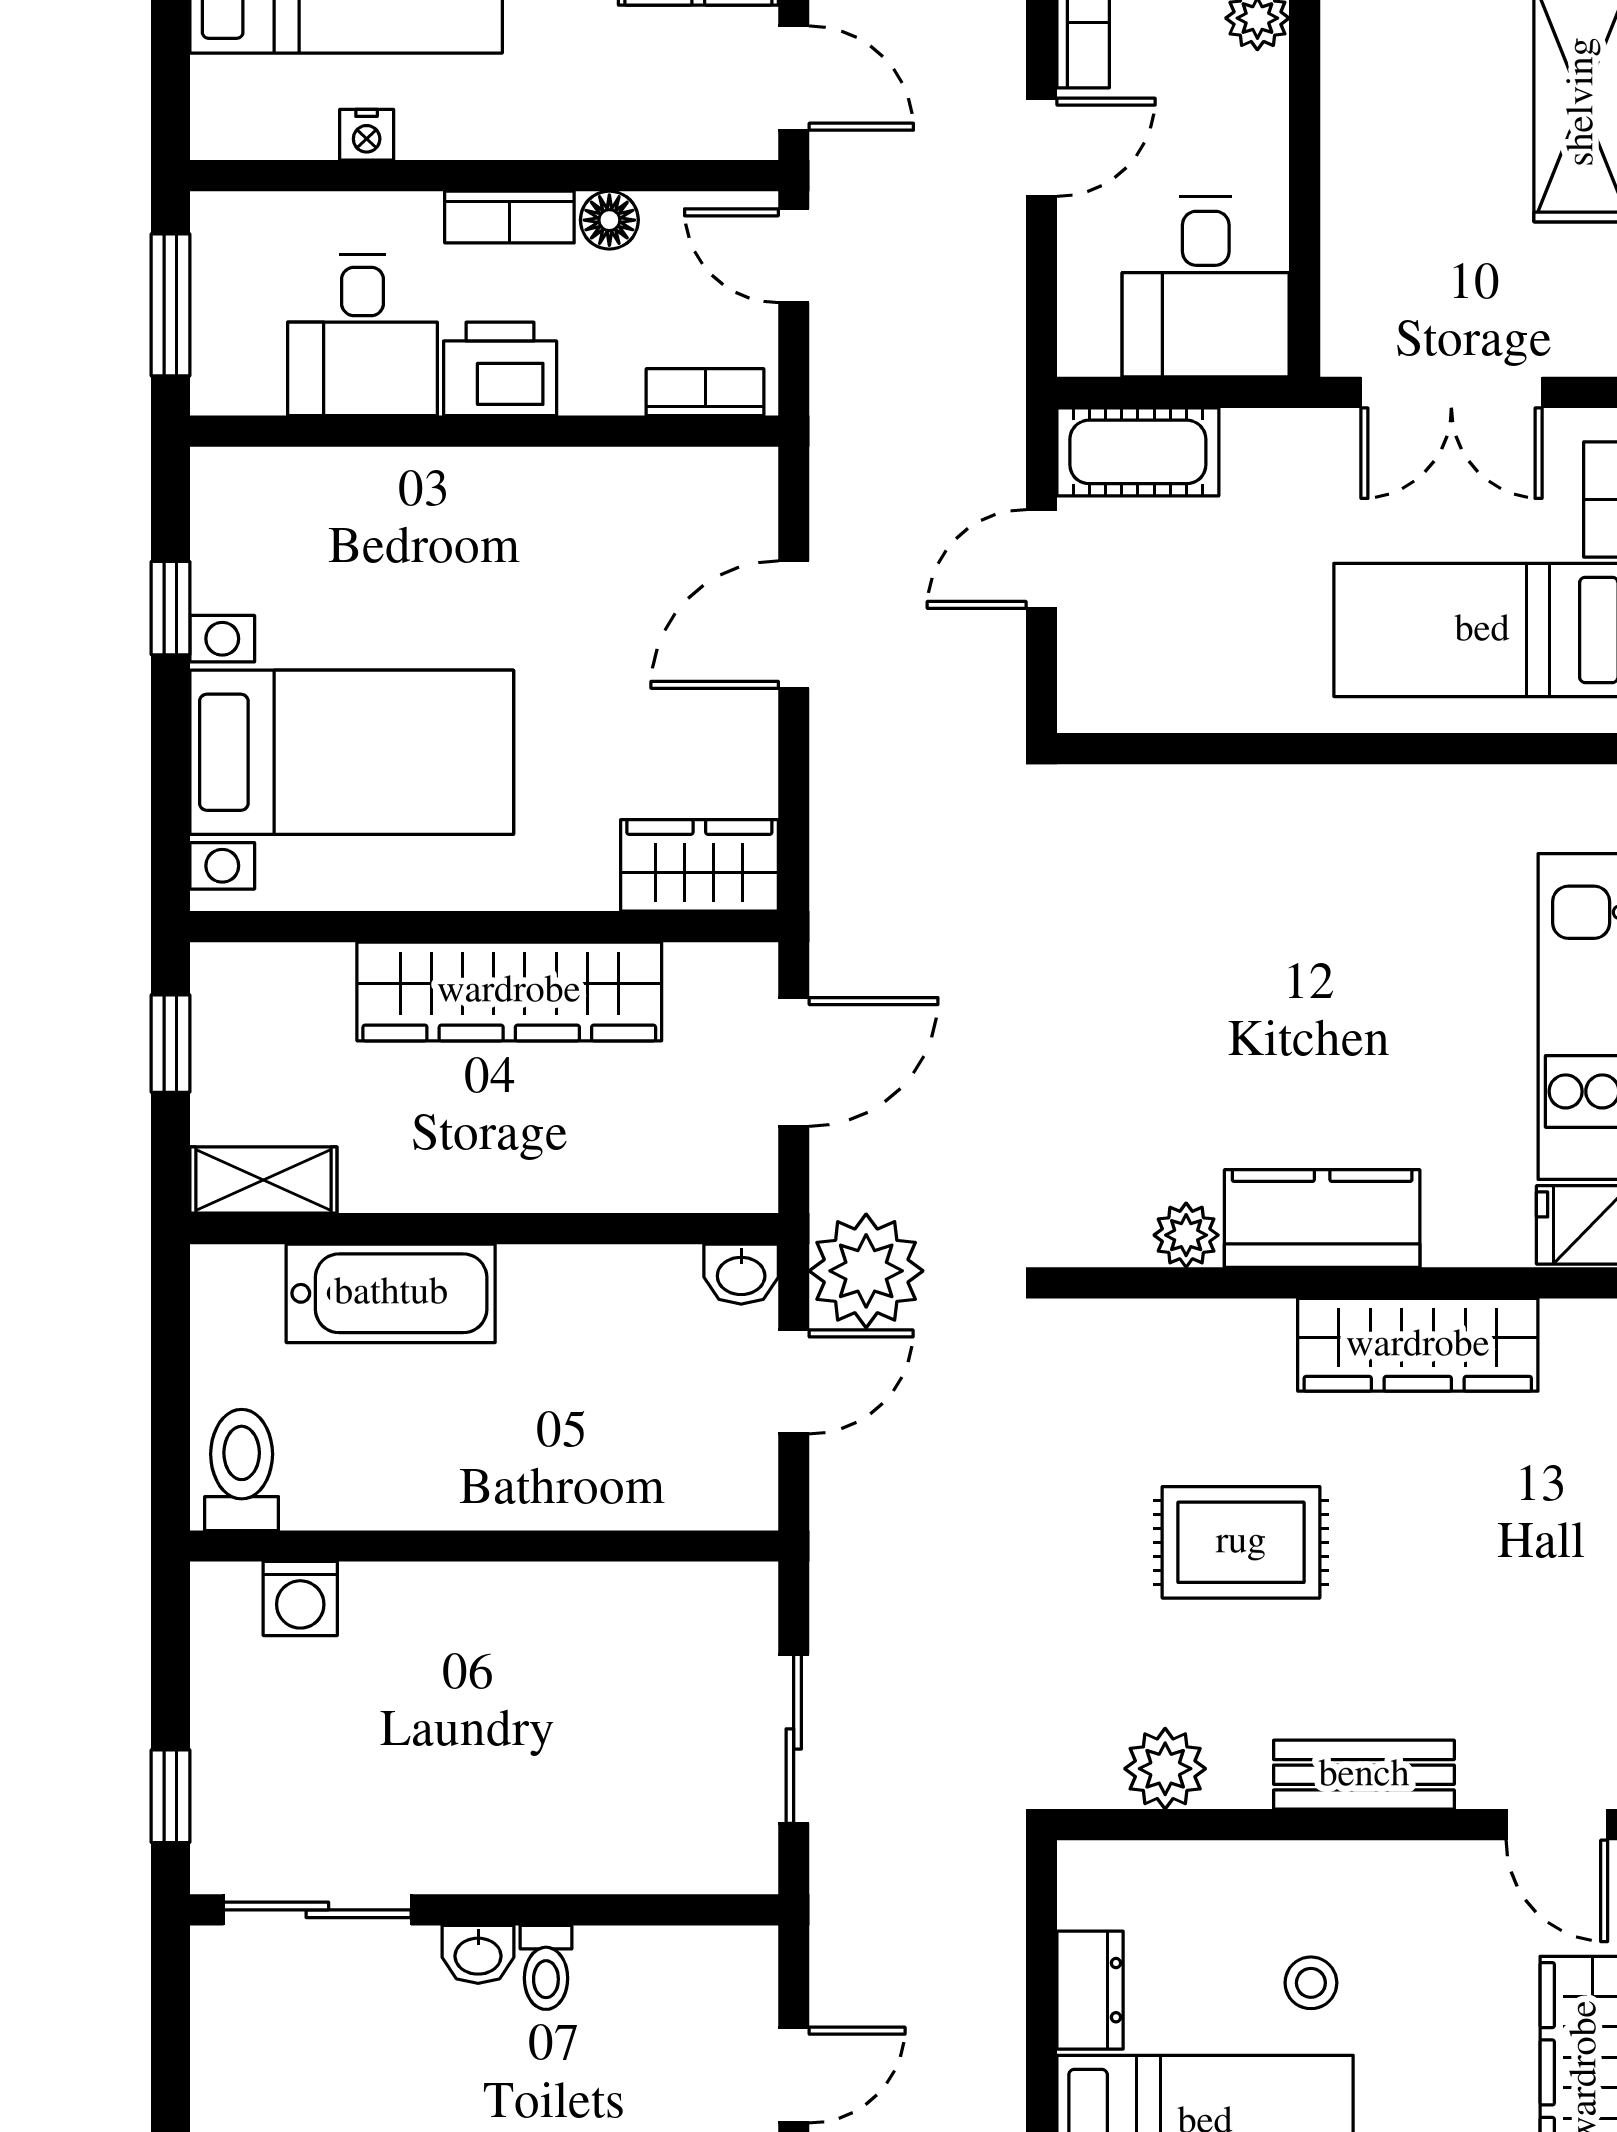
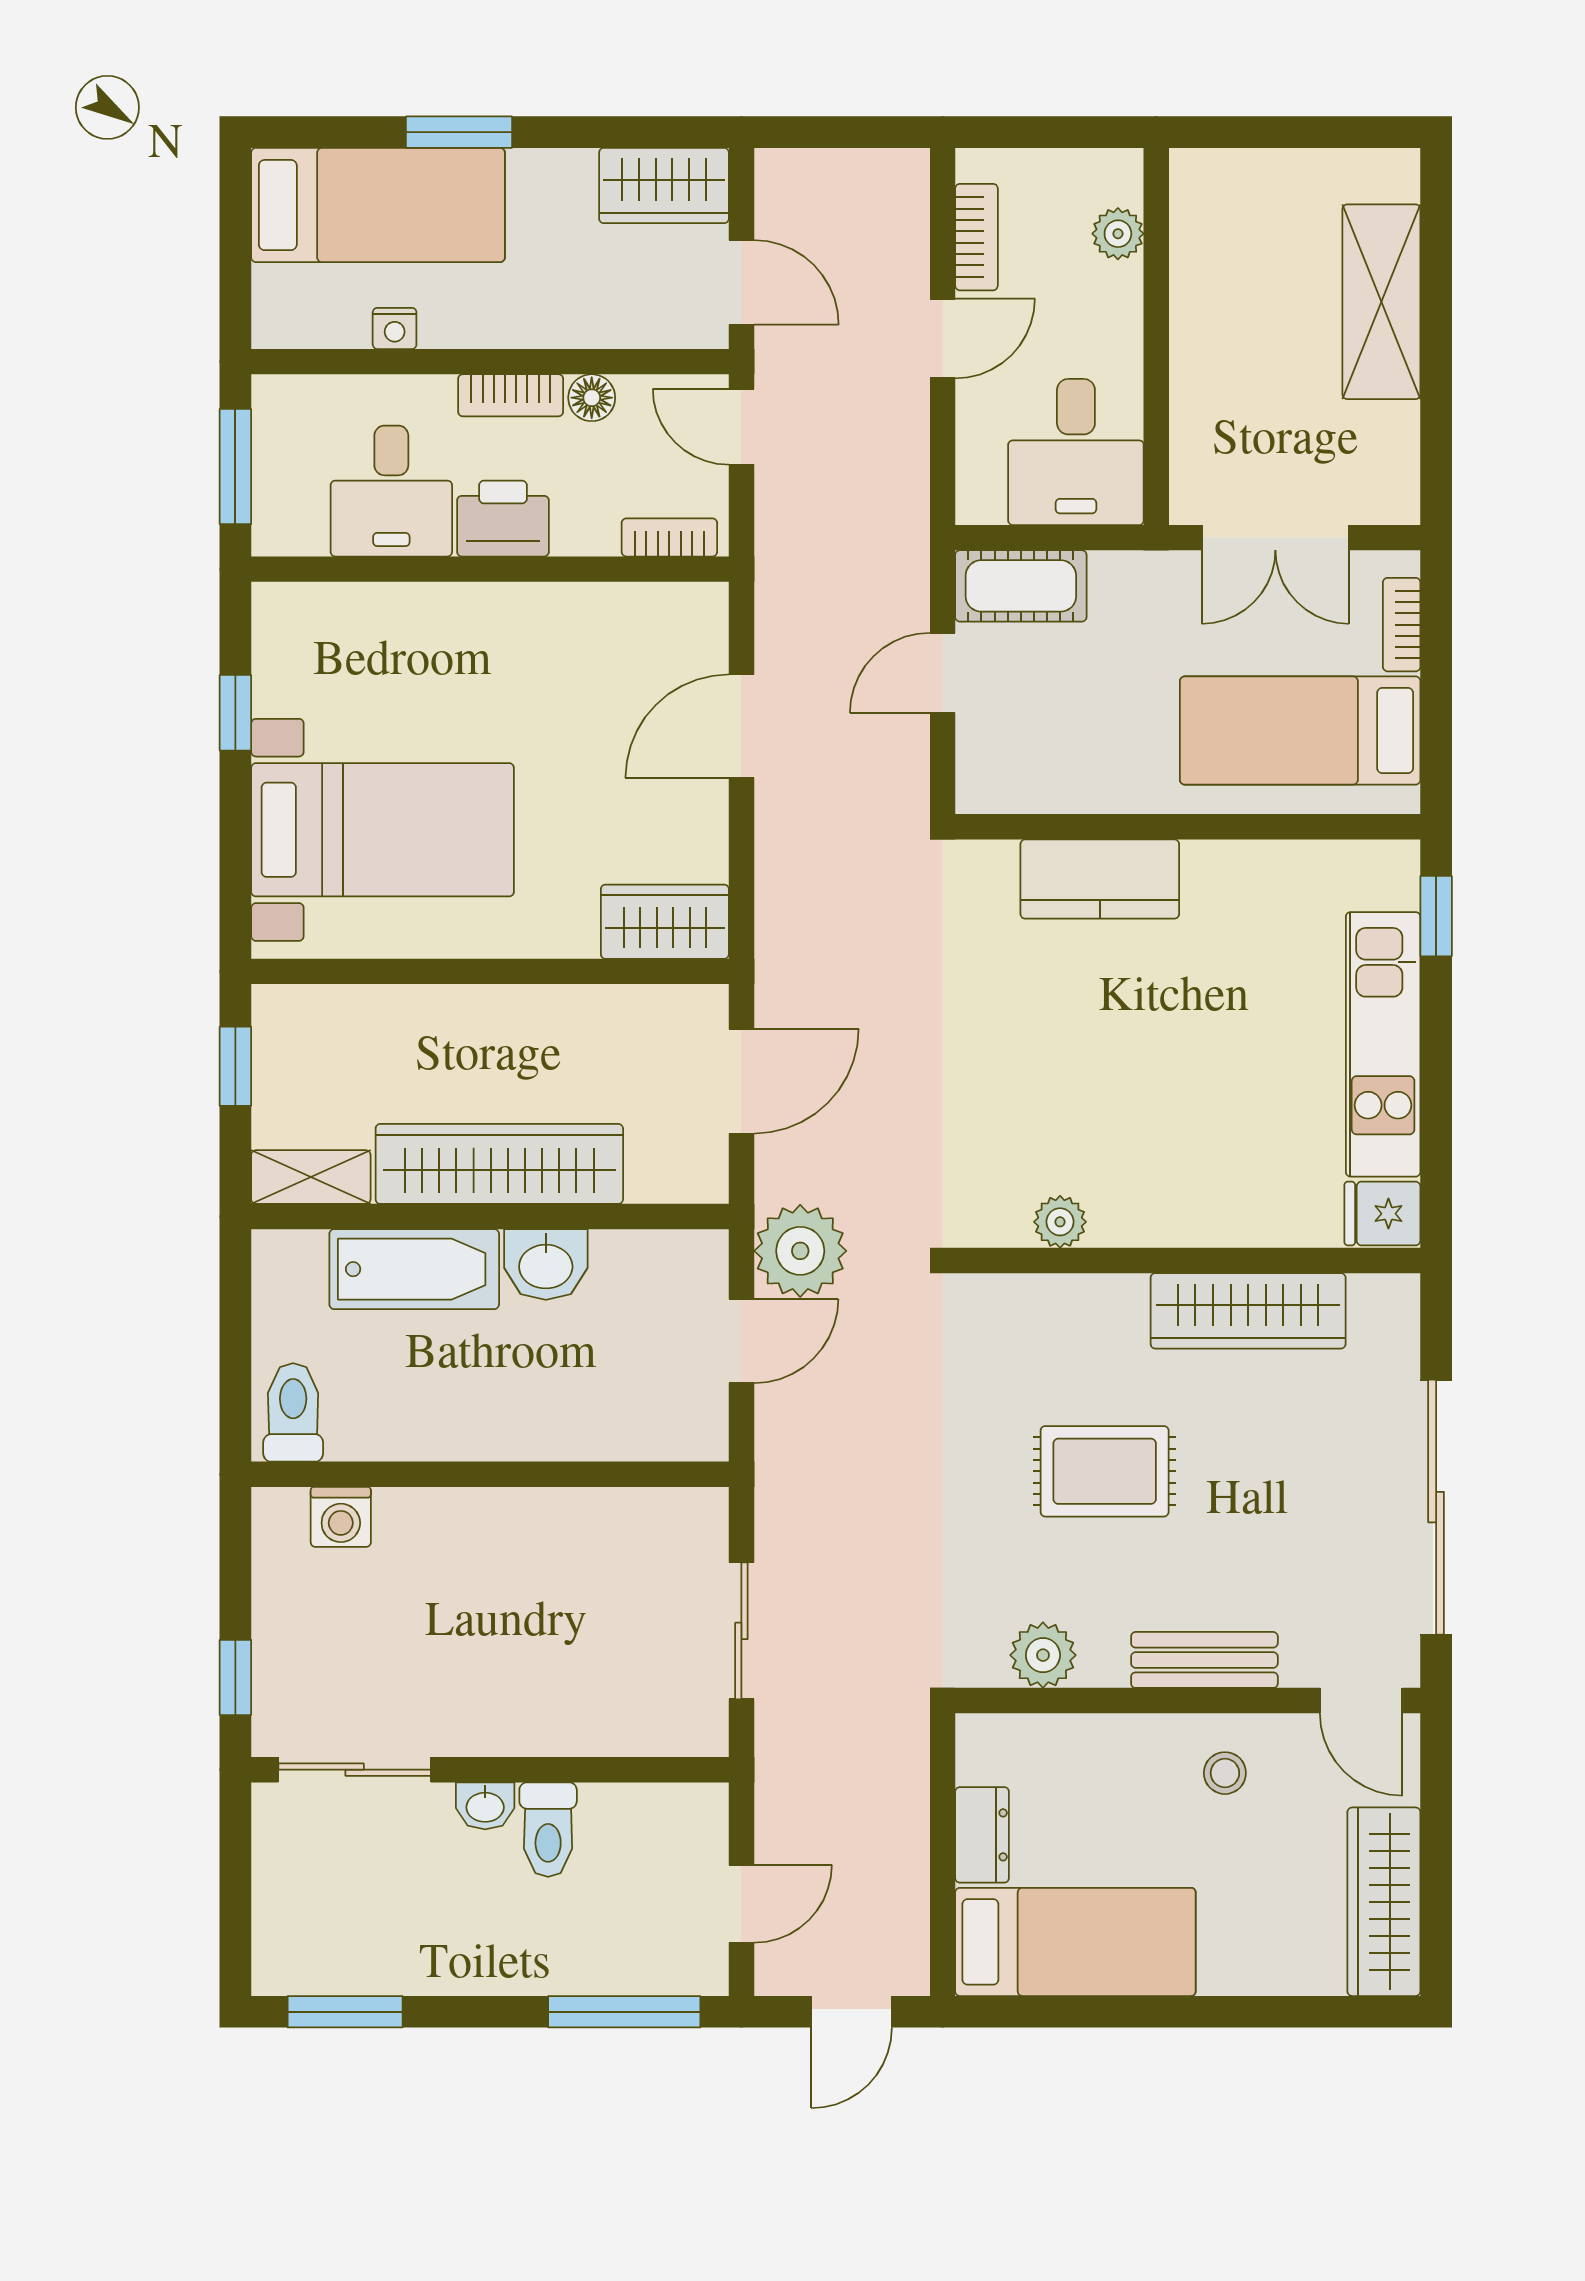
wardrobe: (509, 991) -> (499, 1164), moved, turned 180
kitchen counter: (1322, 1218) -> (1100, 879), moved, turned 180
washbasin: (741, 1274) -> (546, 1264), moved, width x1.38, depth x1.45
toilet: (546, 1967) -> (548, 1830), width x1.37, depth x1.39
stool: (1311, 1983) -> (1225, 1773), moved

